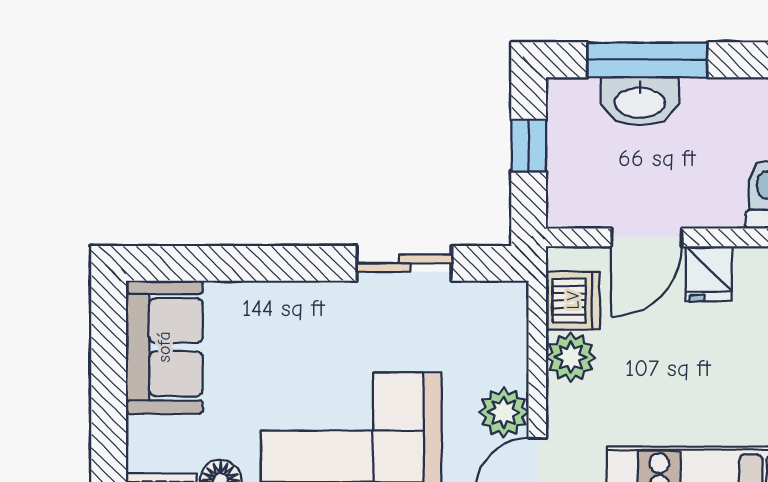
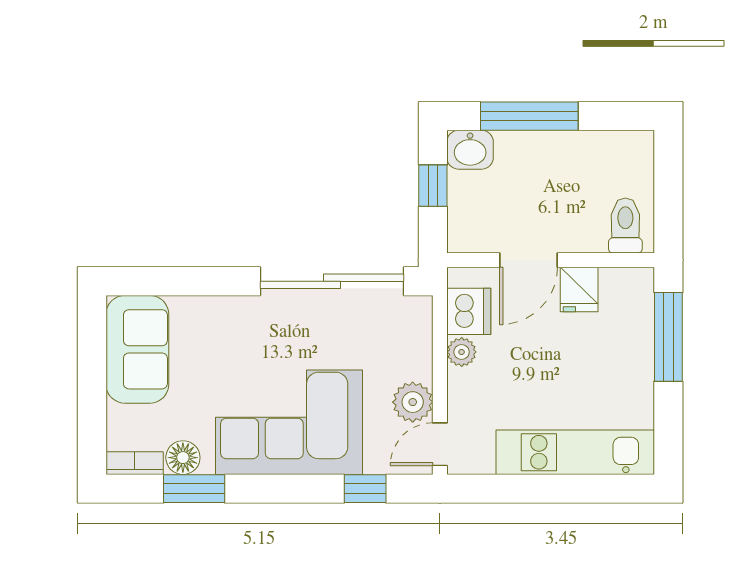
washbasin: (640, 101) -> (470, 150), moved, width x0.72
sliding door: (404, 263) -> (332, 281), width x1.86
plant: (571, 357) -> (462, 352), width x0.73, depth x0.73

